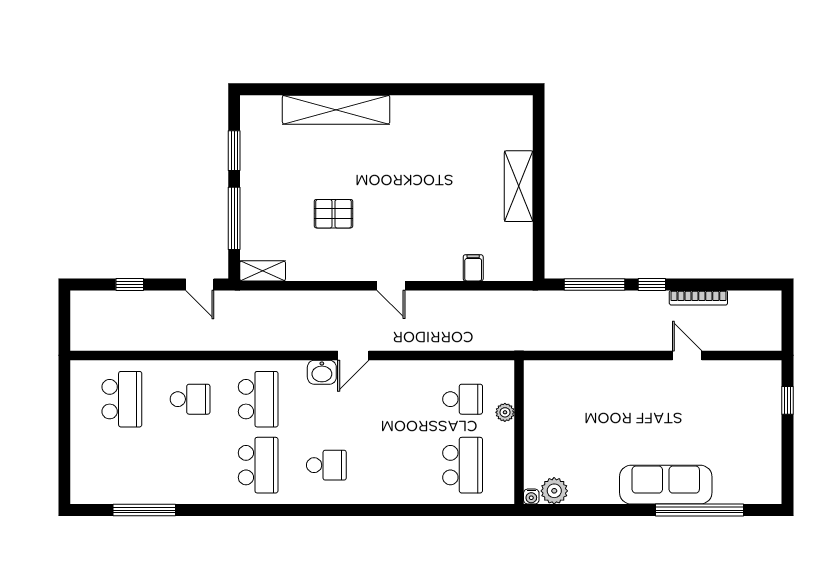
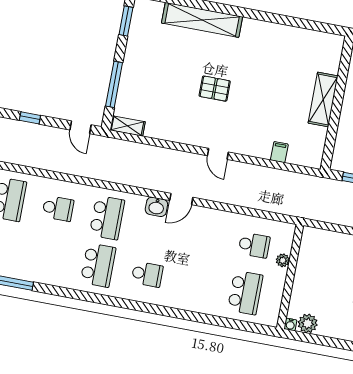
window: (234, 151) -> (126, 21), moved
pallet: (333, 214) -> (215, 89), moved

